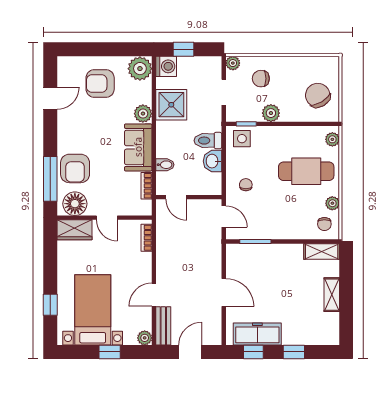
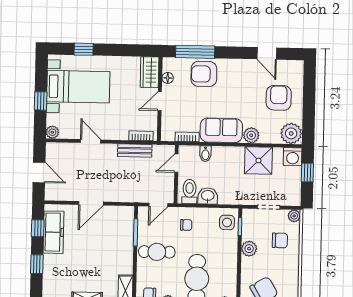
chair: (261, 79) -> (280, 240), turned 90
toilet: (208, 141) -> (190, 191), moved
floor lamp: (75, 204) -> (168, 78), width x0.53, depth x0.53
cafe table: (277, 217) -> (157, 252), added
bench: (163, 326) -> (135, 151), moved

